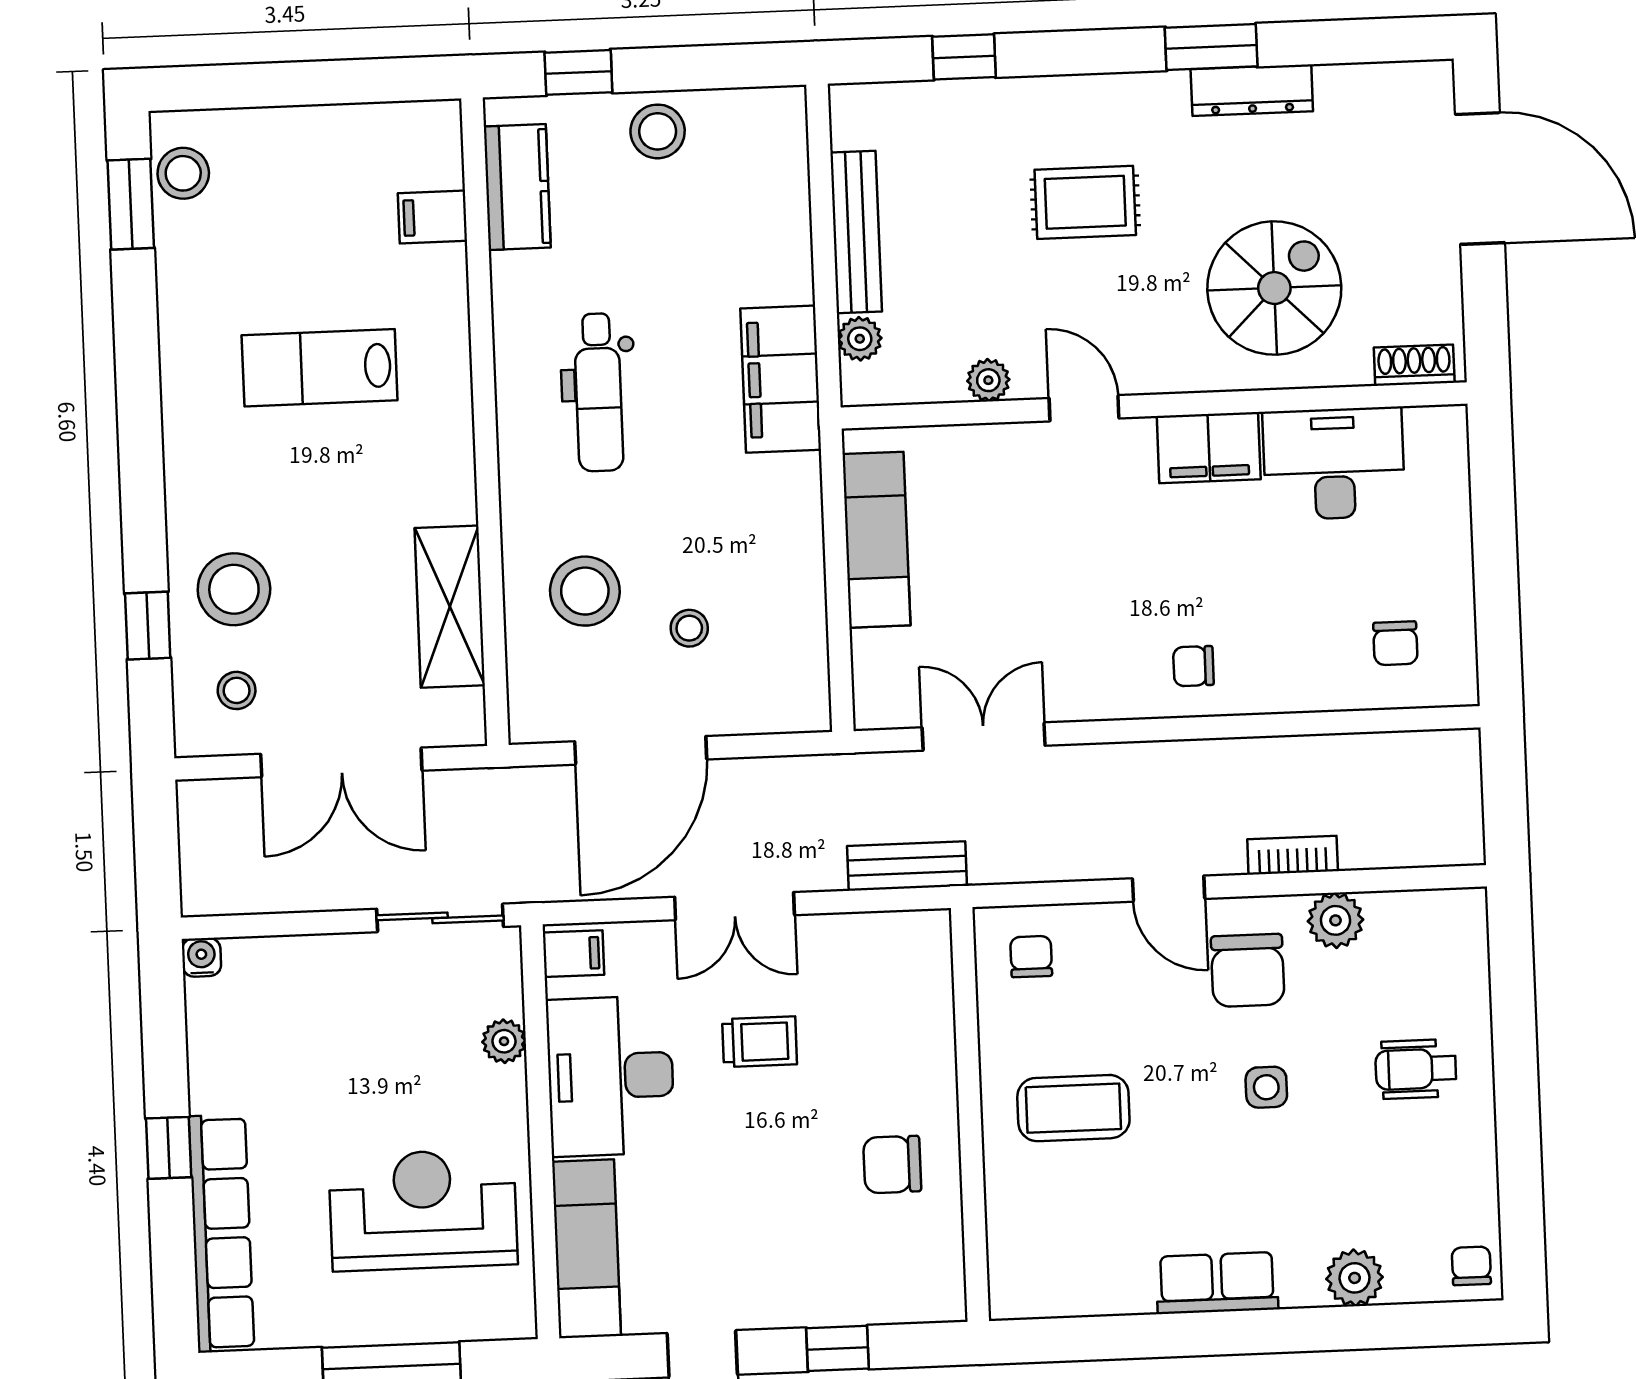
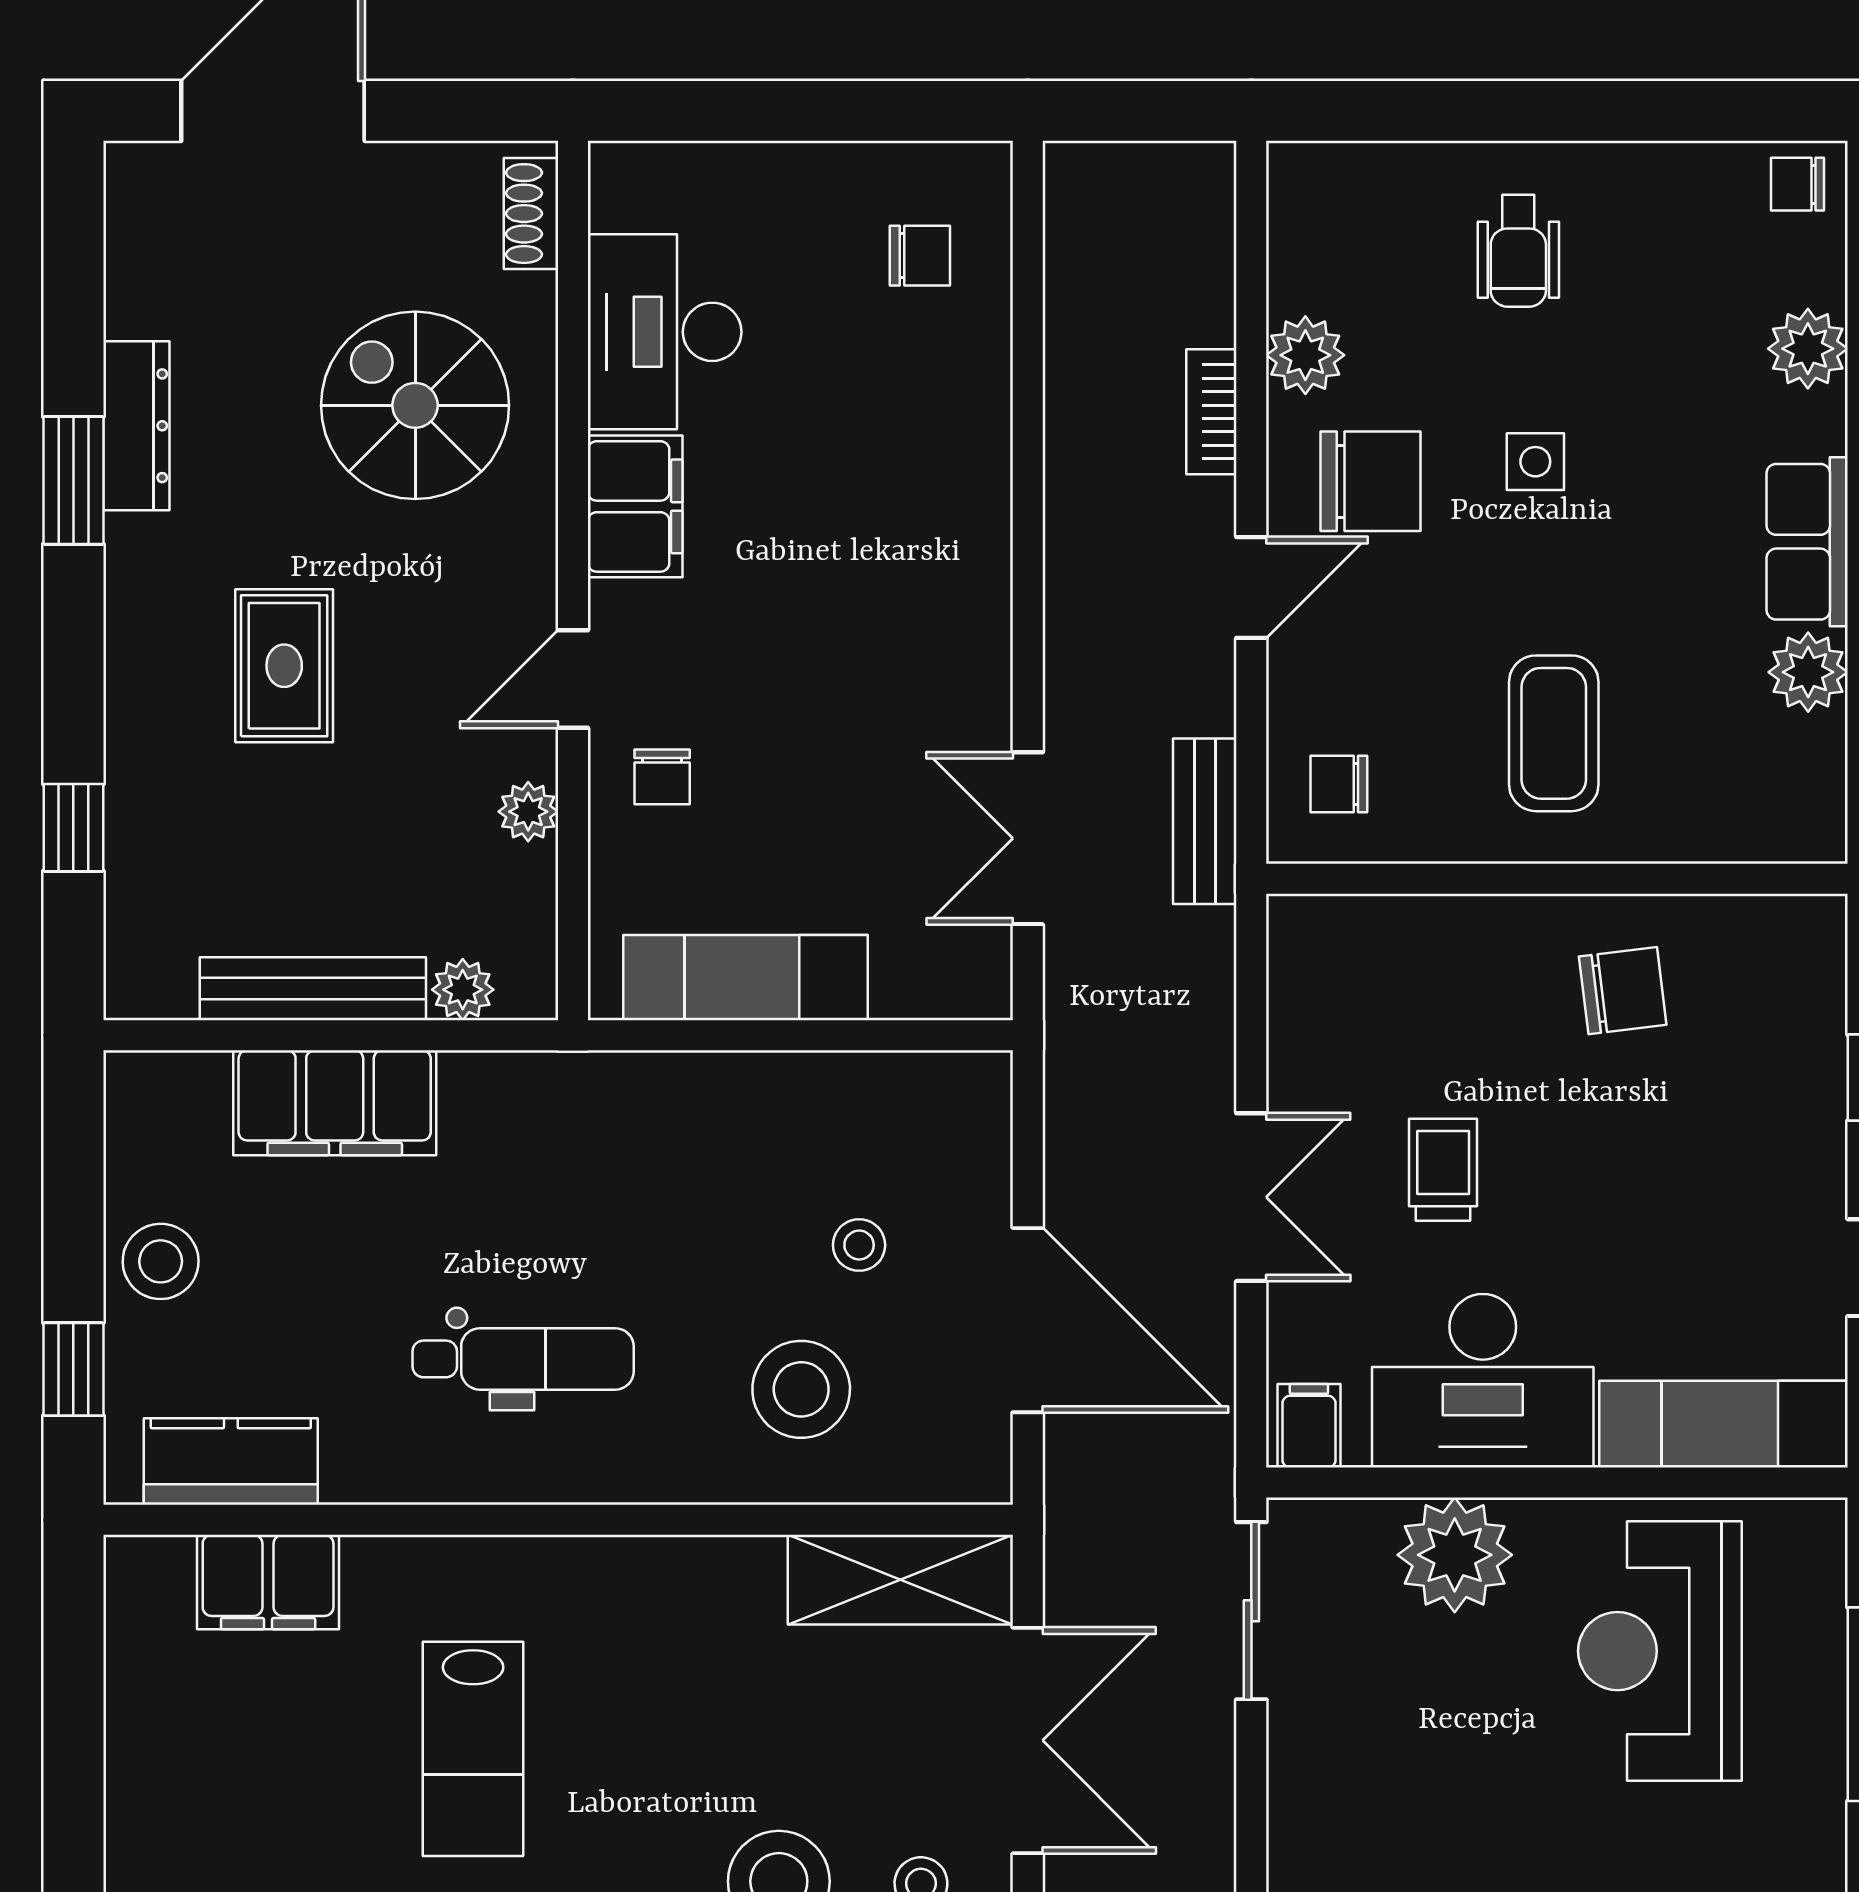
filing cabinet: (432, 217) -> (268, 1582), width x2.00
filing cabinet: (781, 379) -> (335, 1103), moved
shelving: (450, 607) -> (900, 1580), moved
chair: (1193, 666) -> (662, 777), moved
bench: (907, 866) -> (1205, 821), moved
plant: (504, 1041) -> (1455, 1555), width x1.87, depth x1.87
chair: (892, 1165) -> (1623, 991), turned -97
plant: (1124, 1287) -> (1808, 672), added

